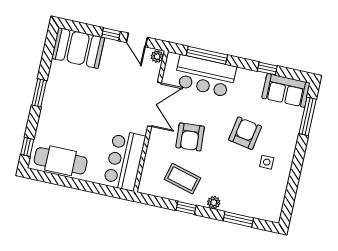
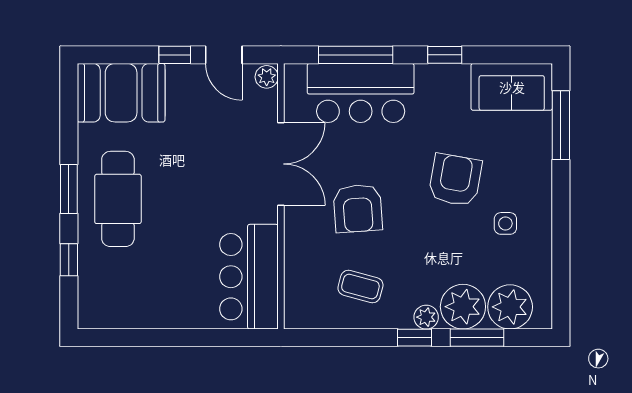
window: (267, 69) -> (445, 55), moved
window: (27, 147) -> (69, 260), moved
cafe table: (61, 161) -> (118, 199), moved, turned 90
coffee table: (182, 179) -> (360, 287), width x0.73, depth x0.77
plant: (234, 201) -> (463, 307), added
plant: (259, 207) -> (510, 307), added
window: (186, 208) -> (414, 338), moved

